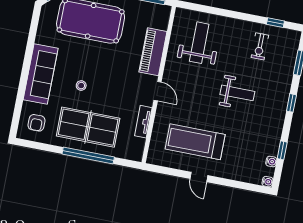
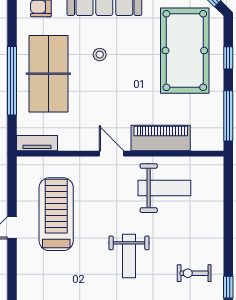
weight bench: (199, 43) -> (164, 188), moved
door: (158, 91) -> (111, 154), swing flipped
tv unit: (143, 122) -> (37, 143), moved

